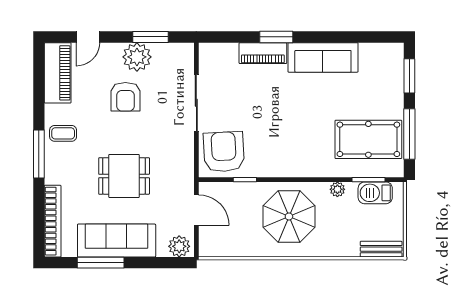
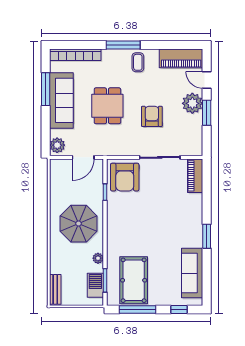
window: (150, 37) -> (207, 113), moved
window: (276, 37) -> (207, 236), moved
piano: (263, 53) -> (195, 176), moved
plant: (137, 57) -> (192, 103), moved
sofa: (323, 57) -> (192, 273), moved
window: (409, 76) -> (179, 310), width x0.67
armchair: (125, 97) -> (152, 116), moved, turned 90
armchair: (224, 152) -> (125, 177), turned 93

